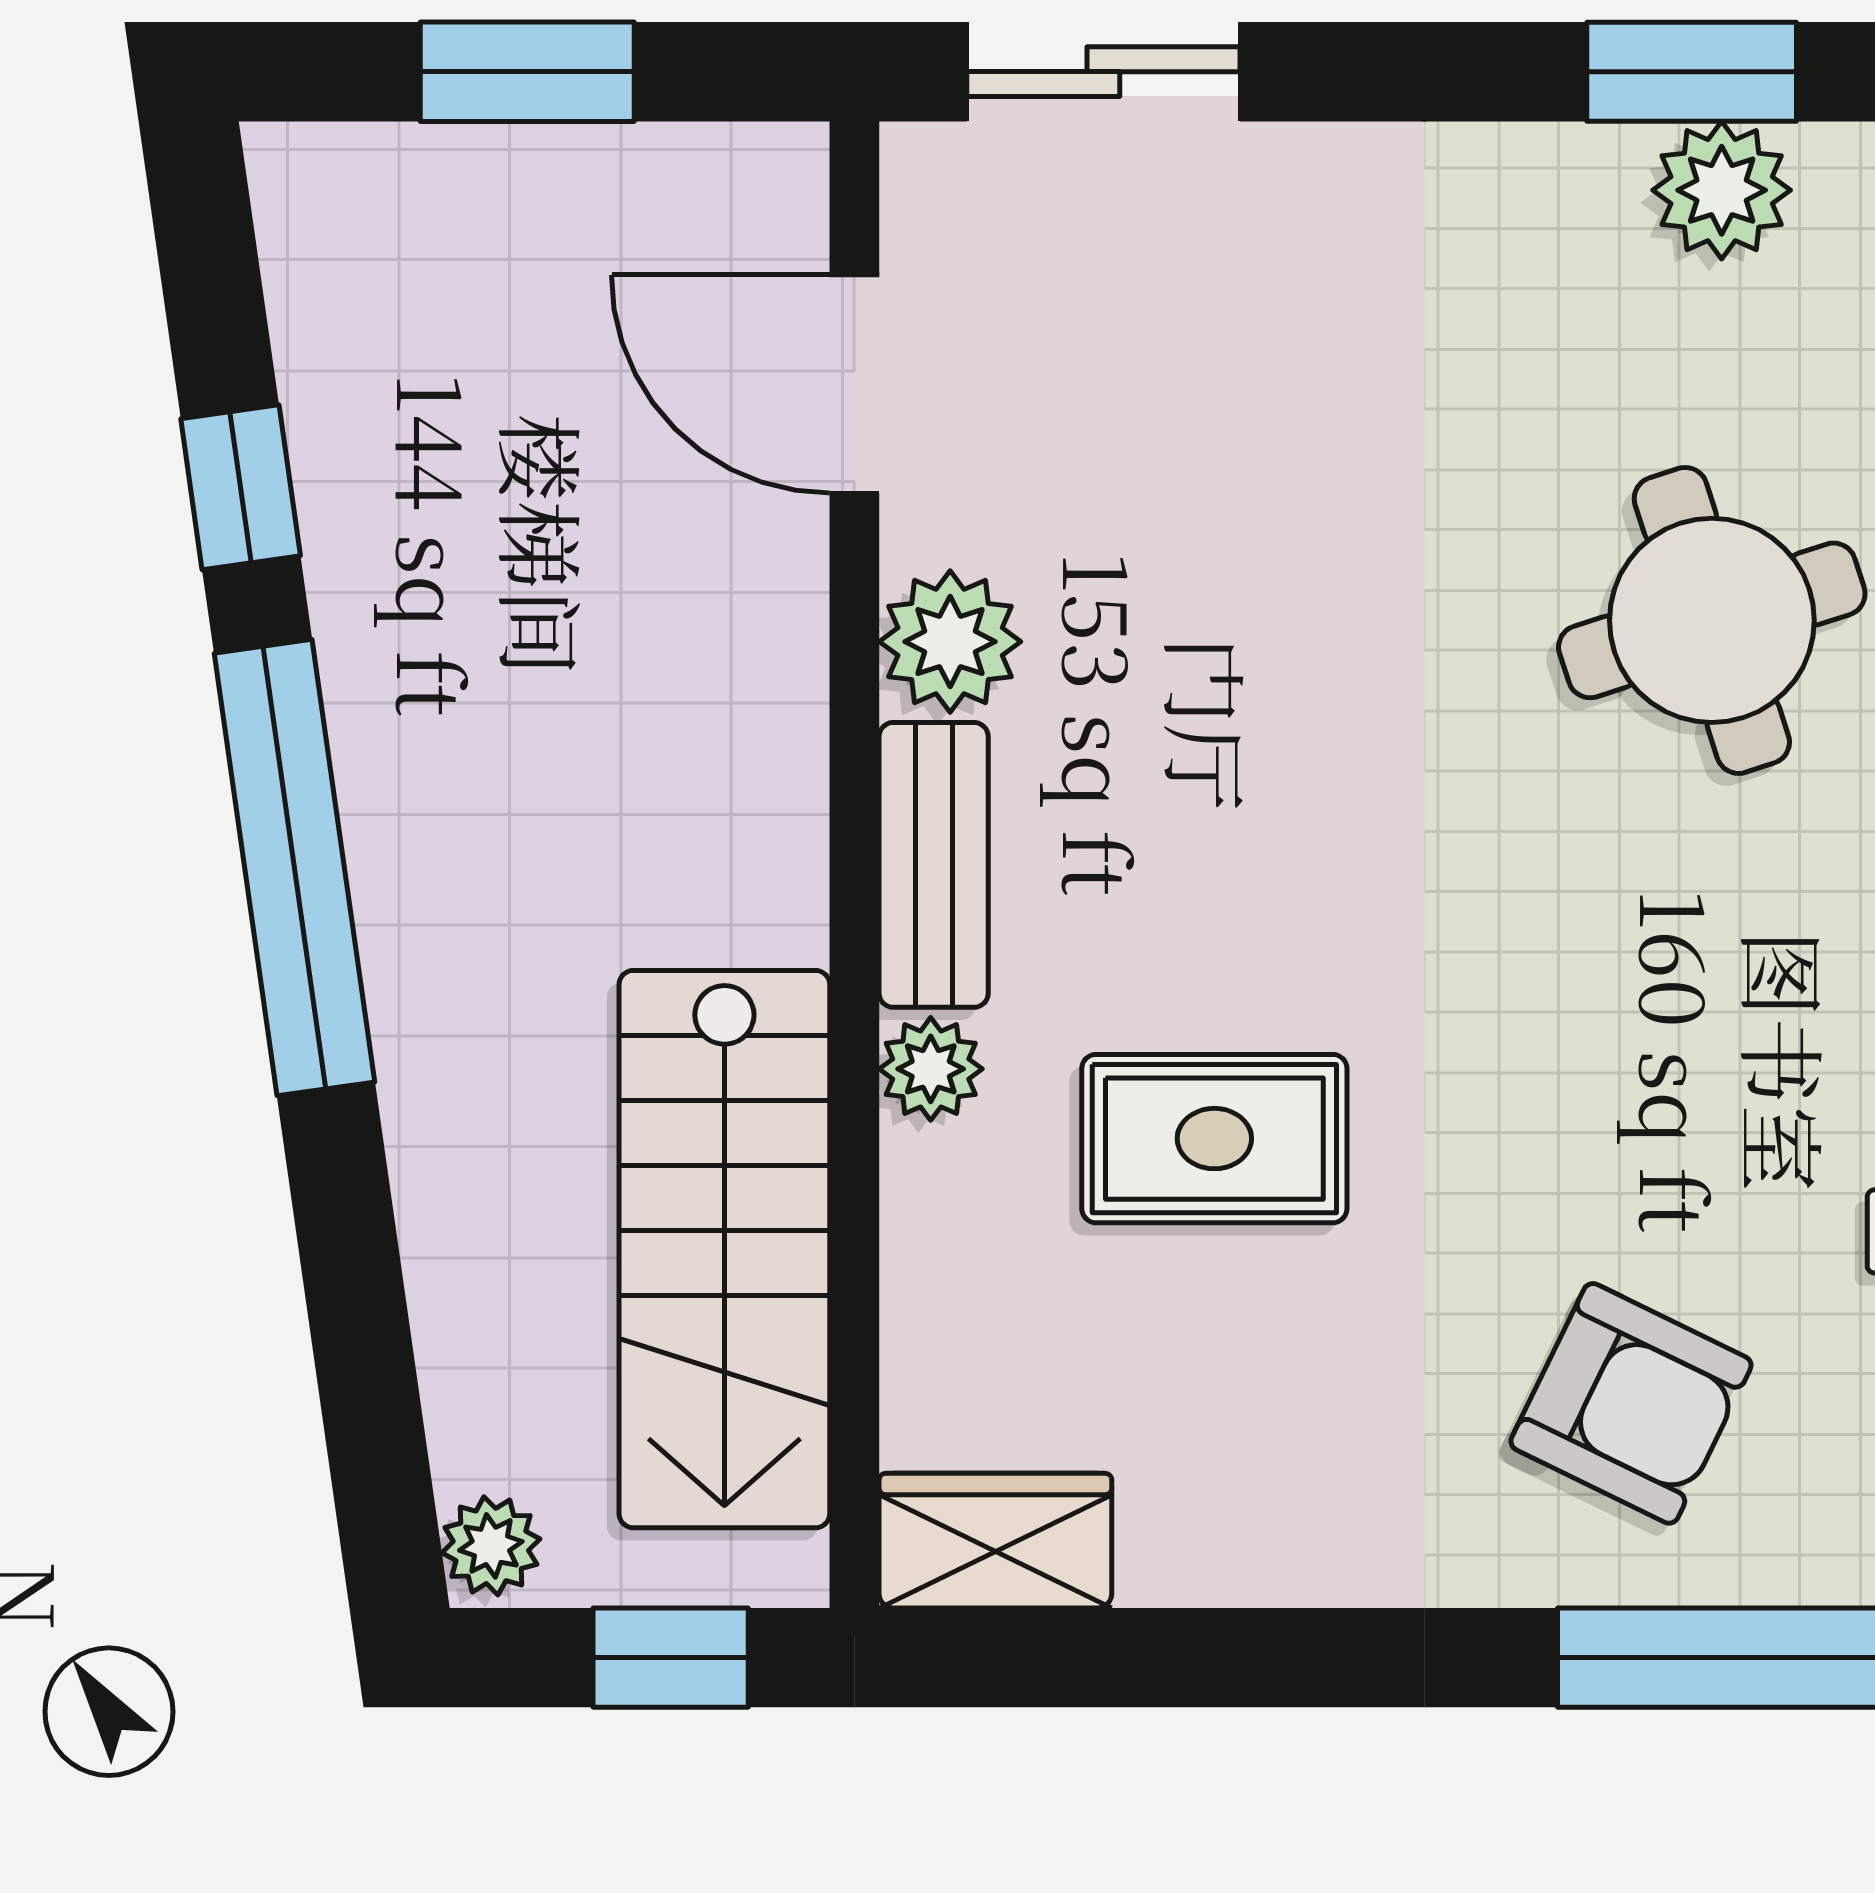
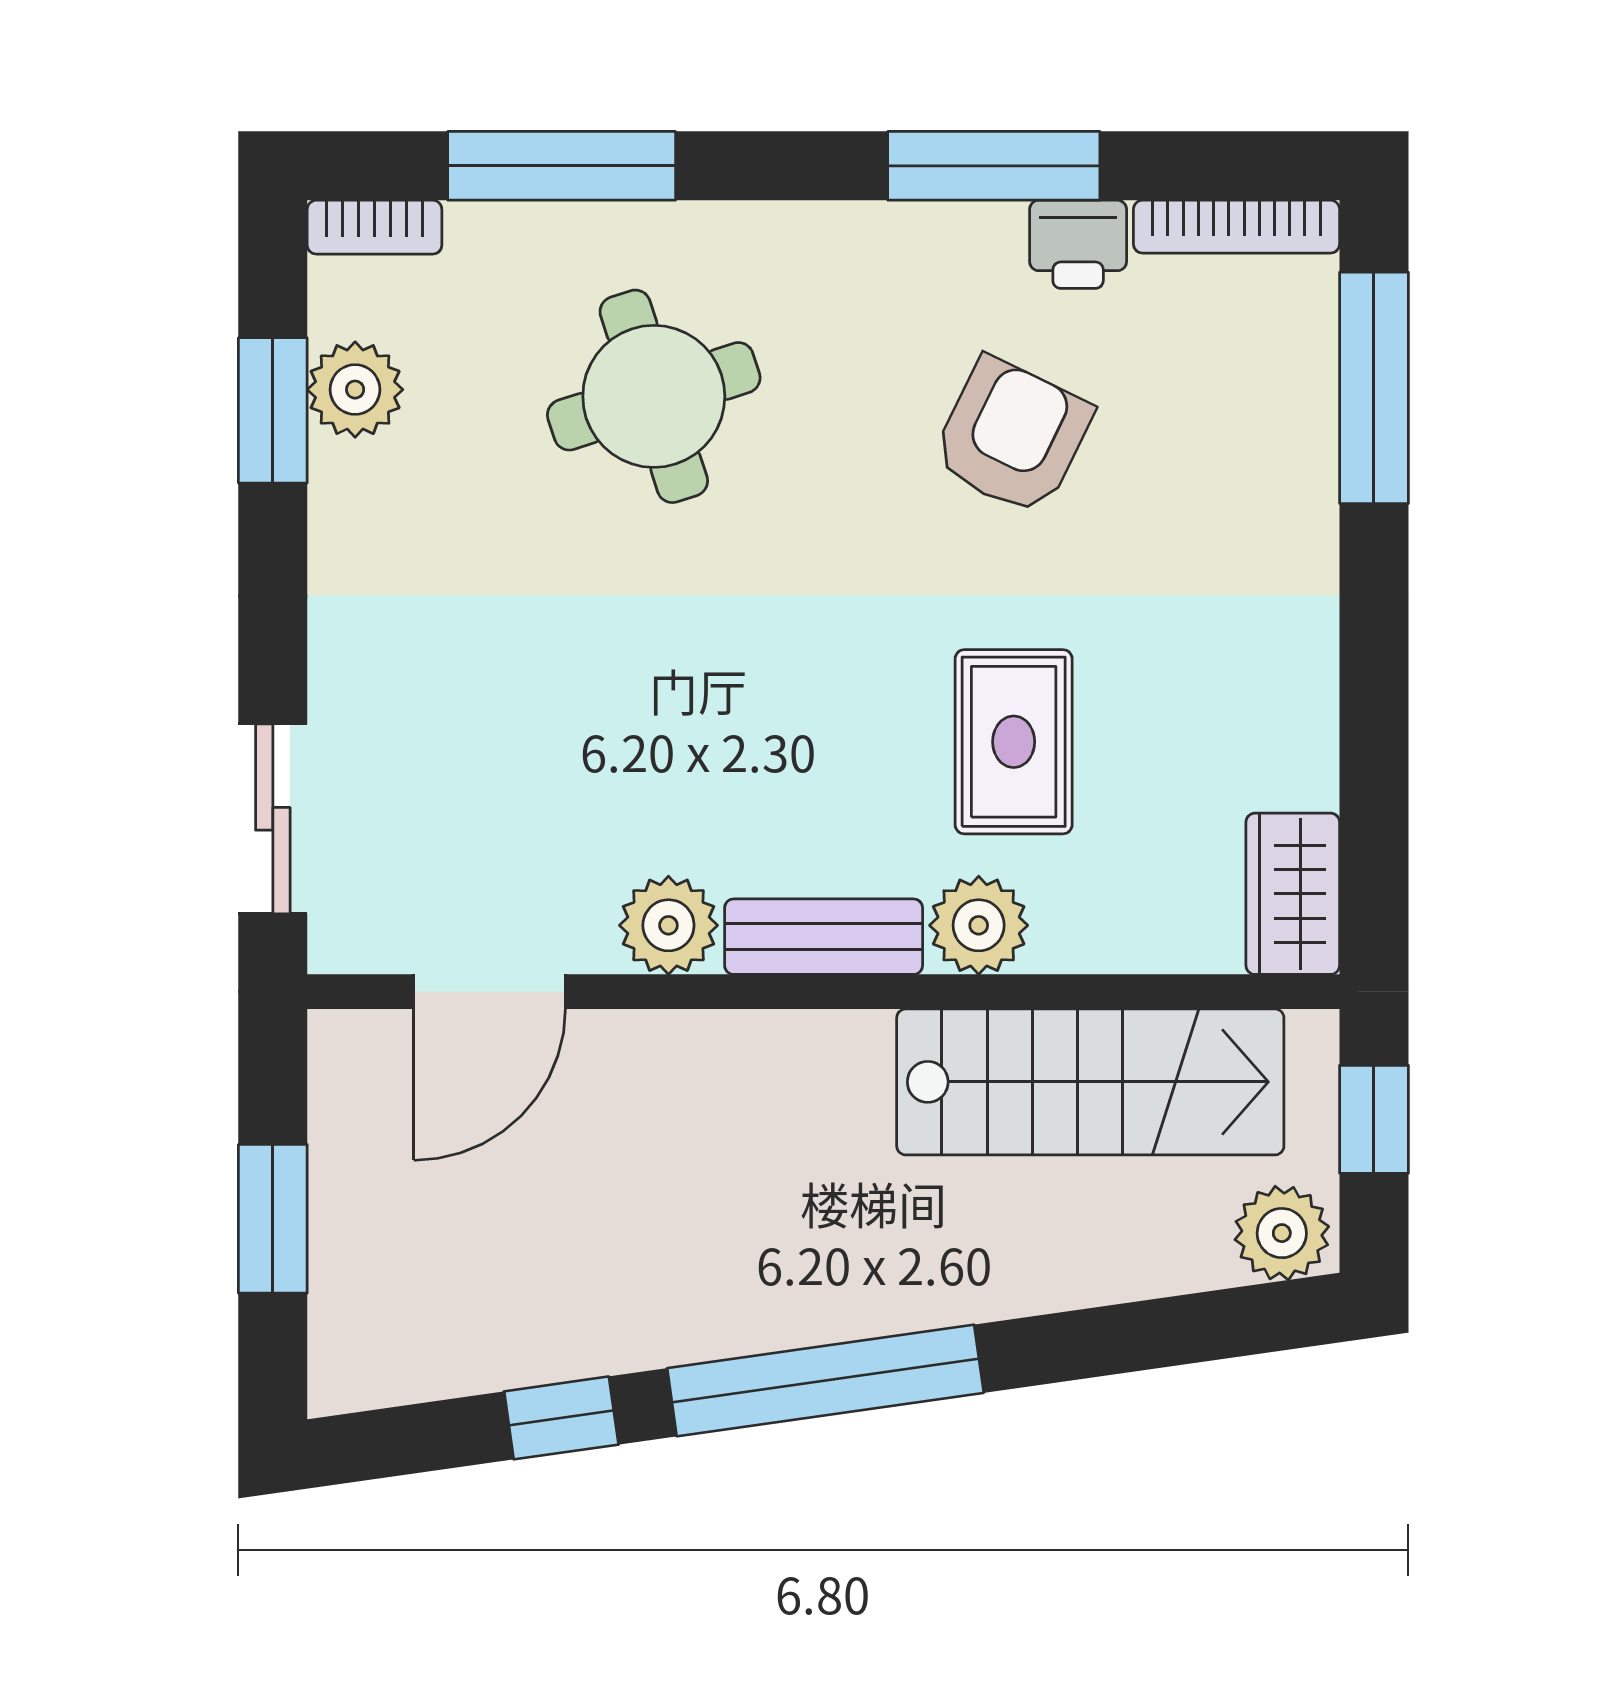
plant: (931, 1069) -> (979, 925), width x1.38, depth x1.38
armchair: (1631, 1403) -> (1012, 436), moved
plant: (491, 1546) -> (1282, 1233), width x1.38, depth x1.38

